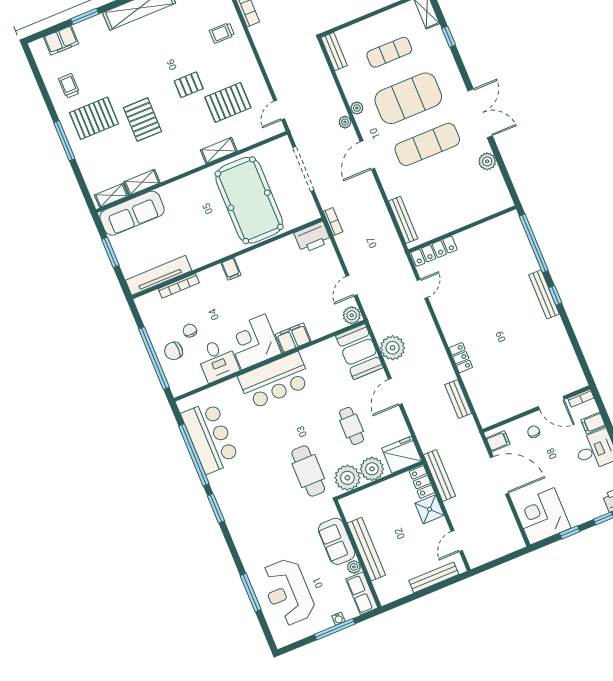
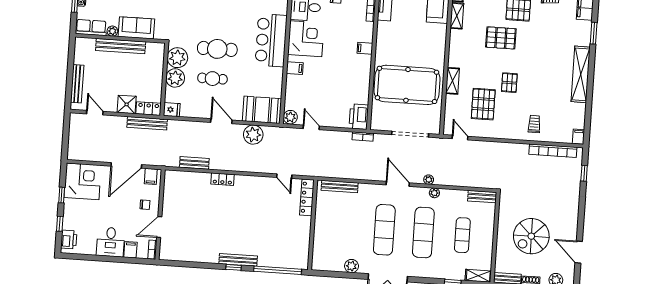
exercise mat: (408, 98) -> (423, 232), width x0.68
filing cabinet: (293, 338) -> (295, 68), width x0.50
fridge: (402, 455) -> (172, 110), width x0.53, depth x0.75
cafe table: (308, 471) -> (217, 49), moved

